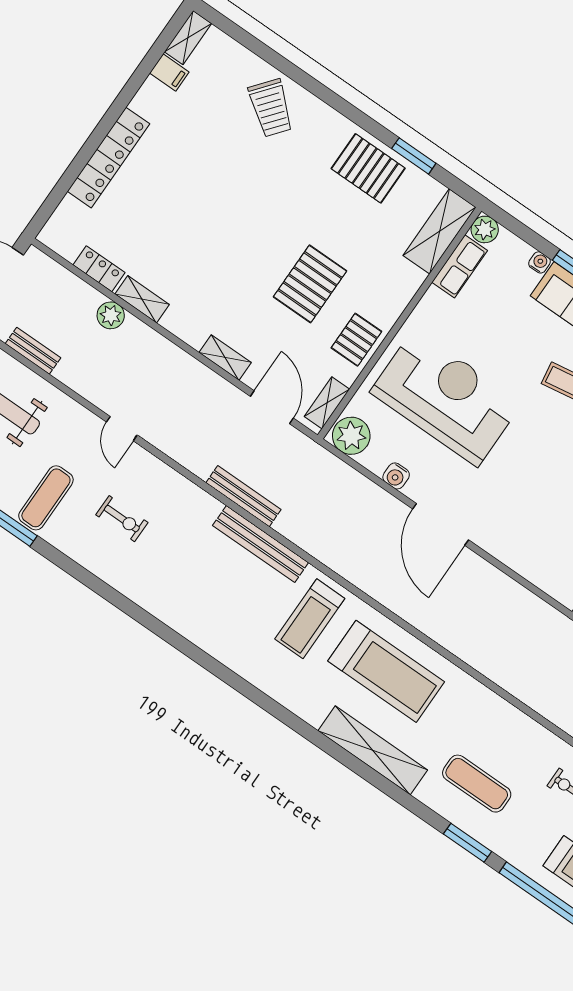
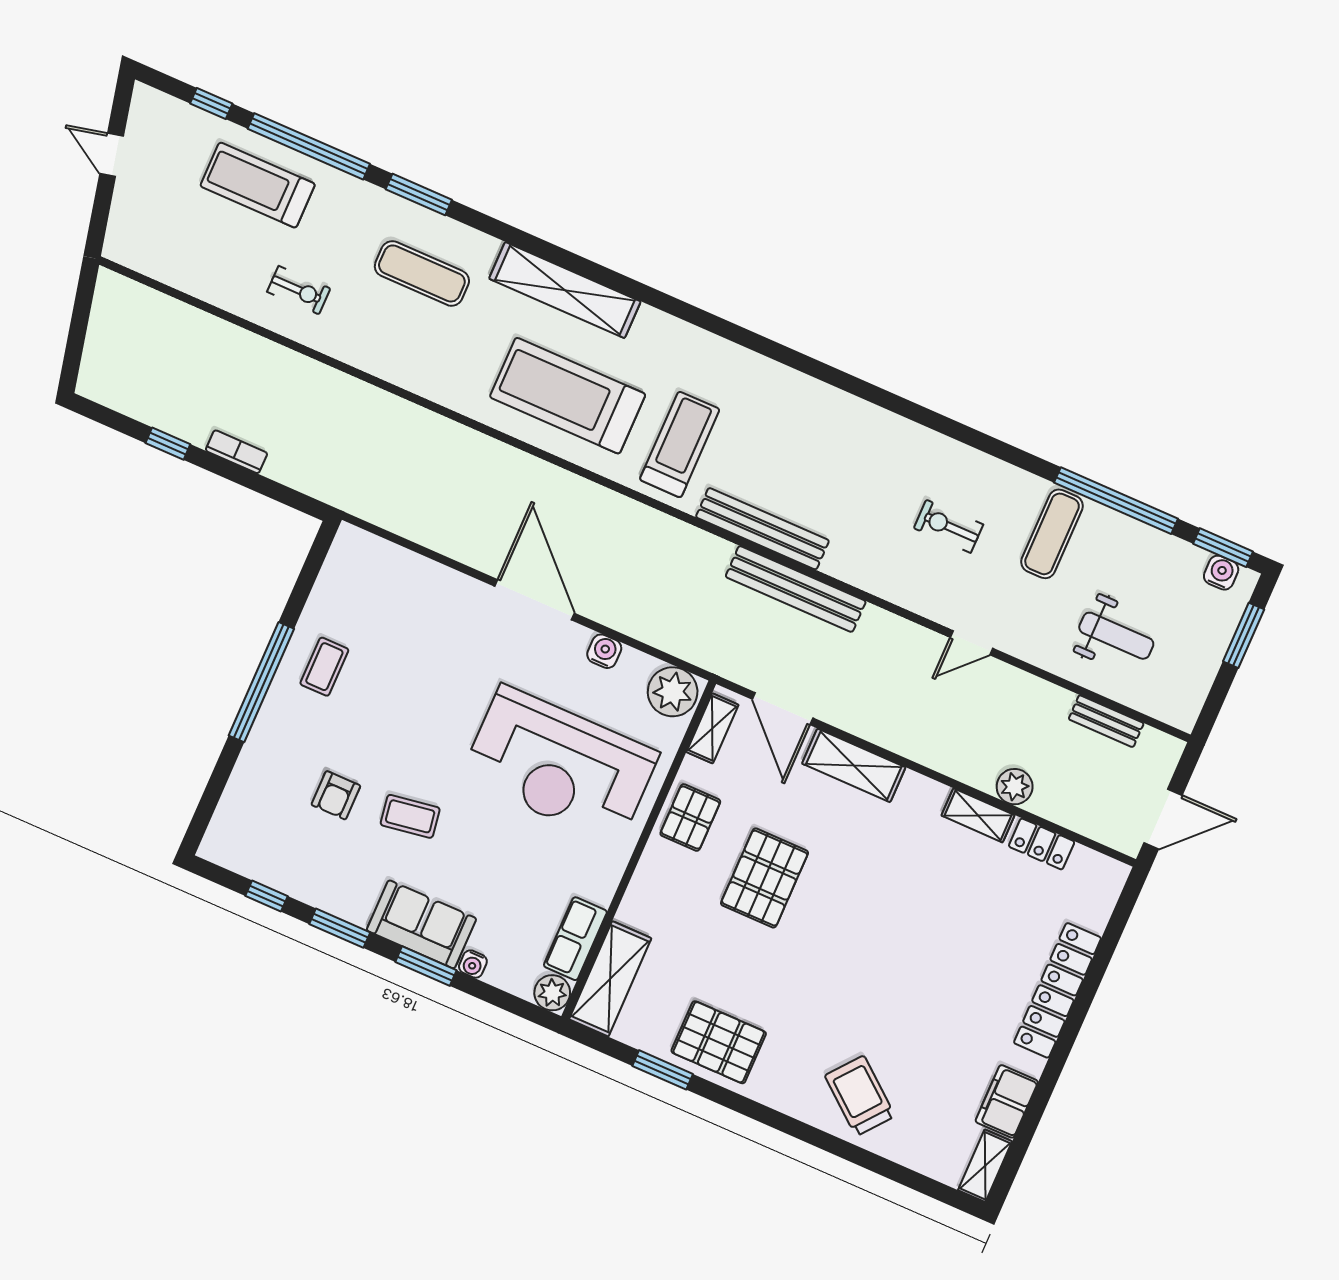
filing cabinet: (169, 72) -> (1007, 1101), width x2.00
shelving: (225, 358) -> (854, 765), width x1.50, depth x1.33
door: (122, 429) -> (971, 643), swing flipped
bench: (243, 496) -> (796, 589), width x1.37, depth x1.21

